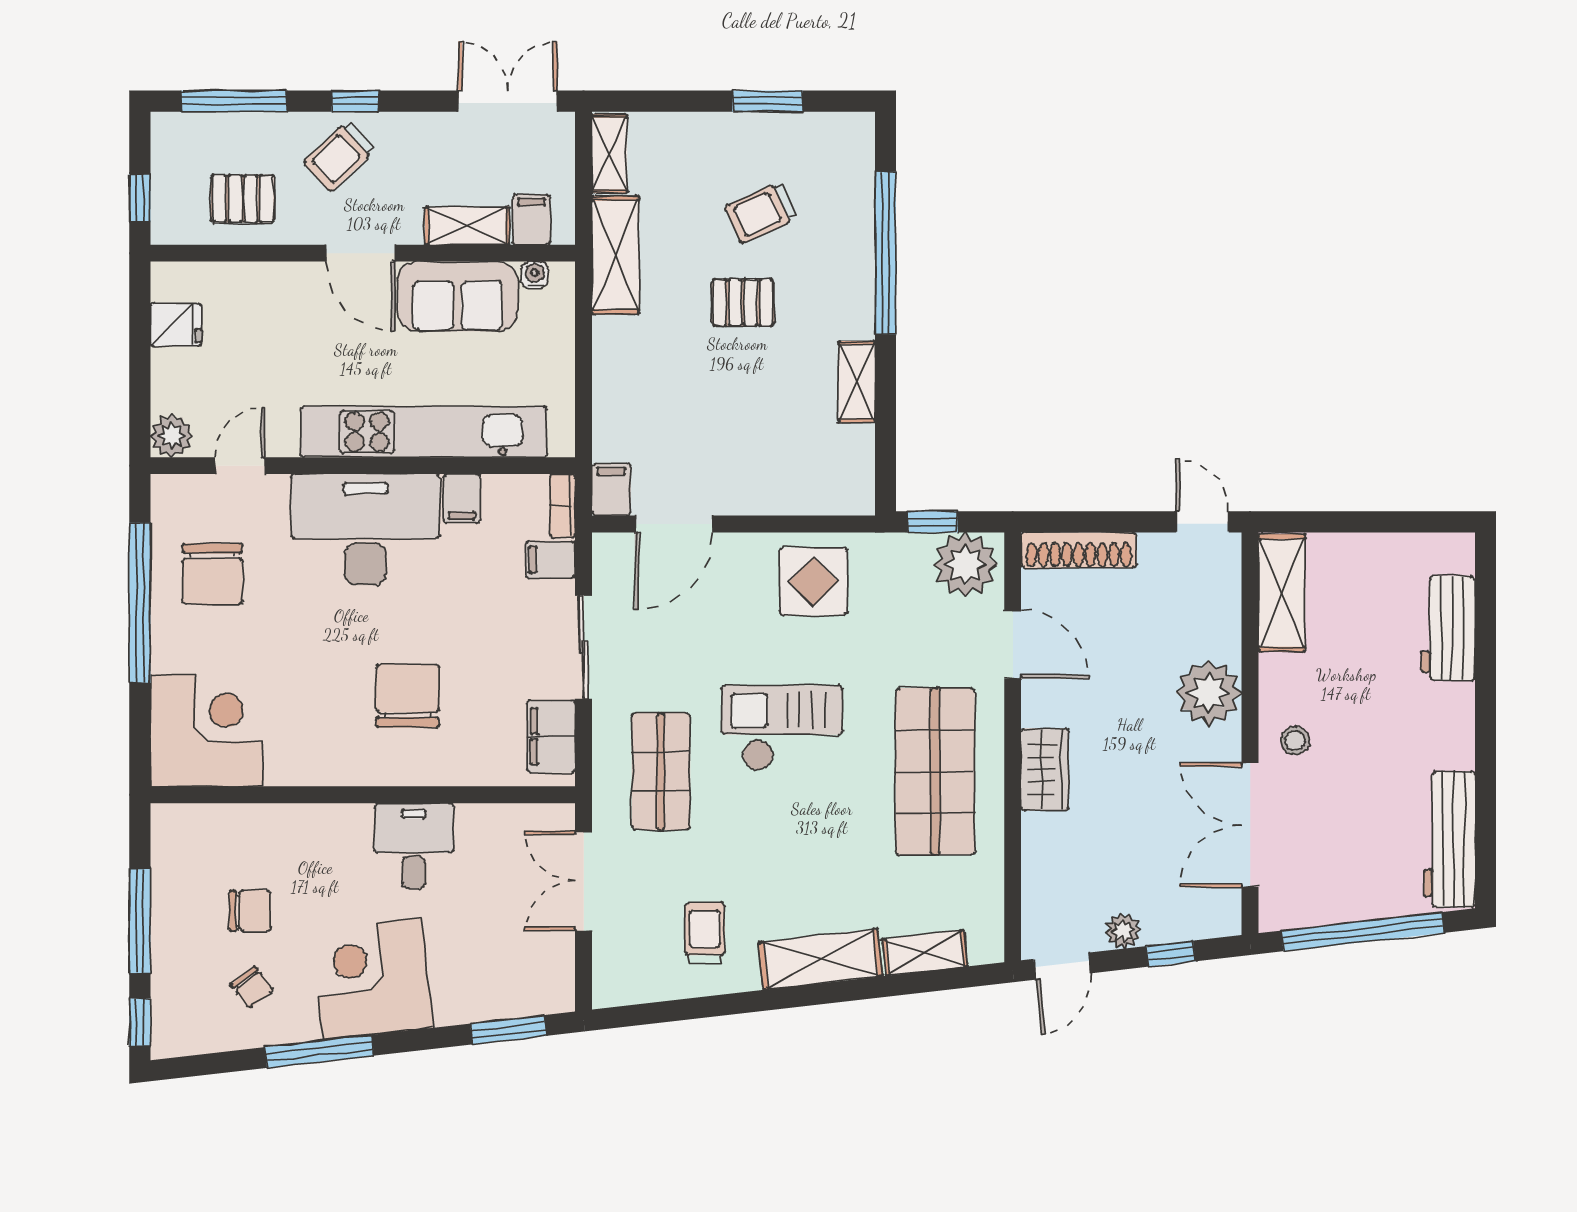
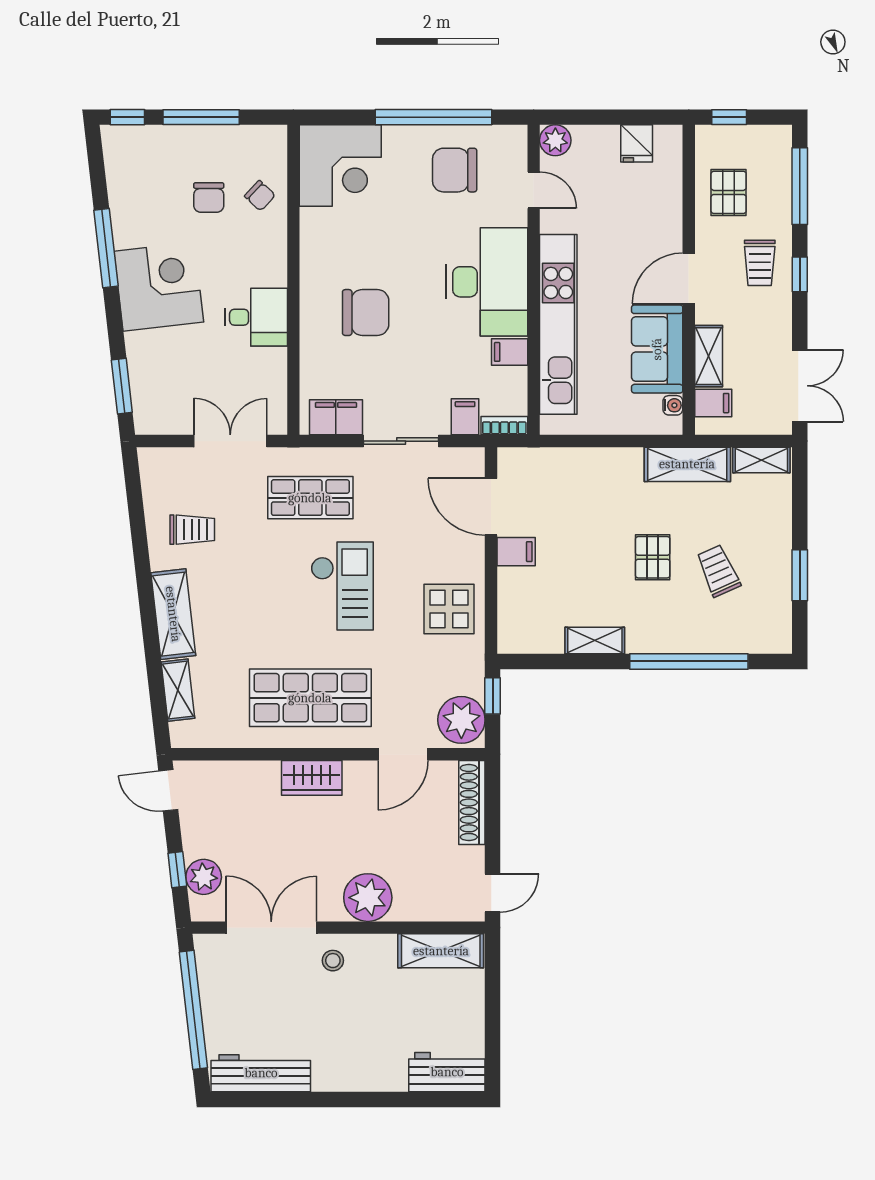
trolley: (339, 156) -> (760, 263), turned -137
filing cabinet: (611, 490) -> (516, 552), moved
workbench: (1448, 628) -> (447, 1072), moved
plant: (1123, 931) -> (204, 877), moved, width x1.38, depth x1.38
chair: (252, 987) -> (260, 196), moved, turned -99

